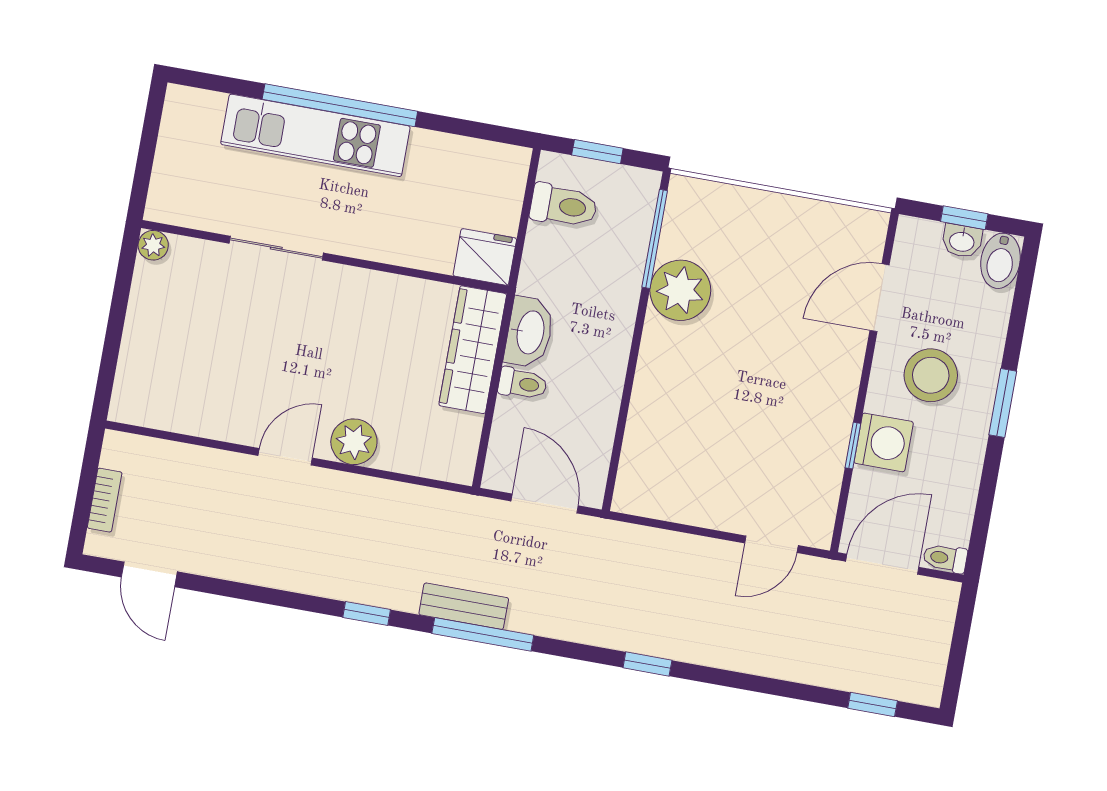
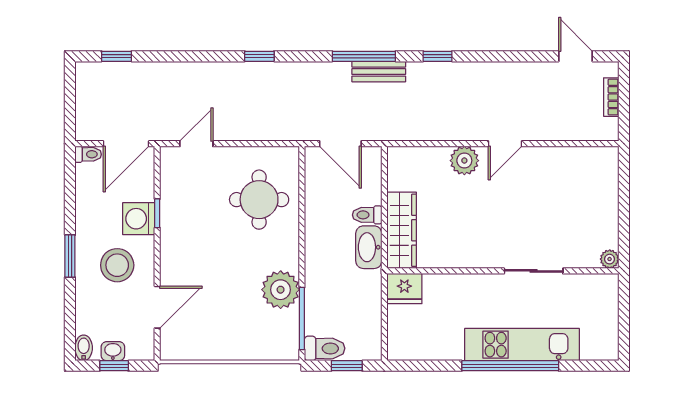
toilet: (564, 206) -> (325, 348), moved, turned 180
bidet: (1000, 261) -> (84, 348), width x0.72, depth x0.74
round table: (689, 438) -> (259, 200), added

